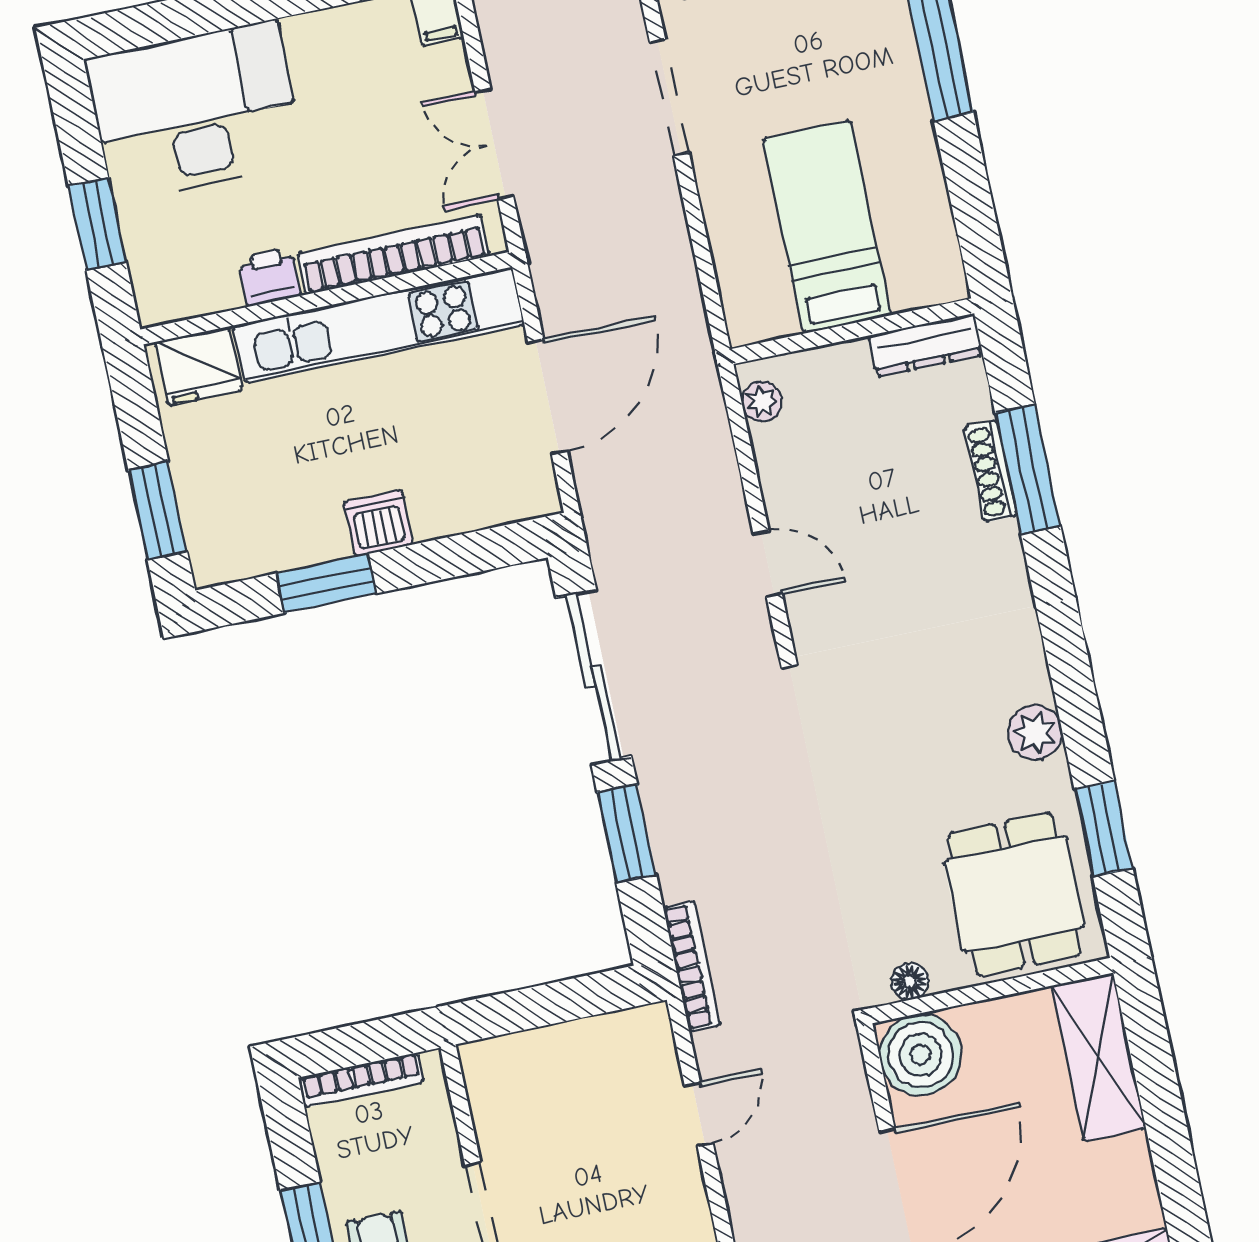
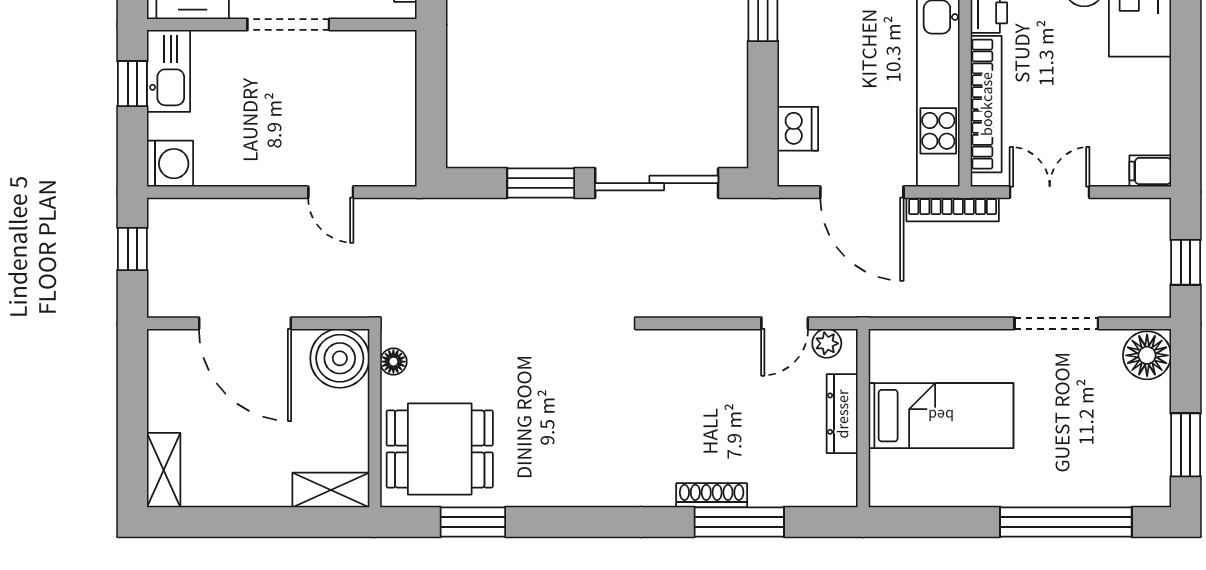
dresser: (925, 345) -> (842, 414), moved
shoe rack: (991, 471) -> (712, 495), moved
dishwasher: (378, 523) -> (798, 129), moved
door: (768, 564) -> (785, 323), moved
plant: (1035, 732) -> (551, 488), removed
bookcase: (692, 966) -> (953, 209), moved
shelving: (1099, 1057) -> (331, 490), width x0.67, depth x0.75

